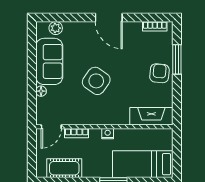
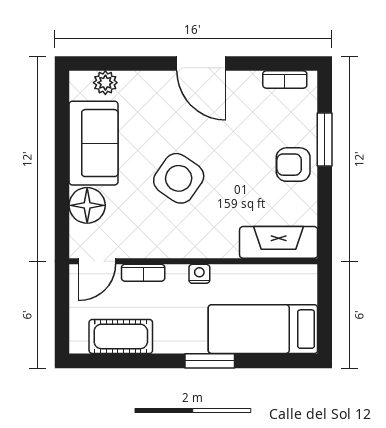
armchair: (159, 73) -> (293, 165), turned -95
floor lamp: (41, 91) -> (87, 205), width x1.89, depth x1.89

